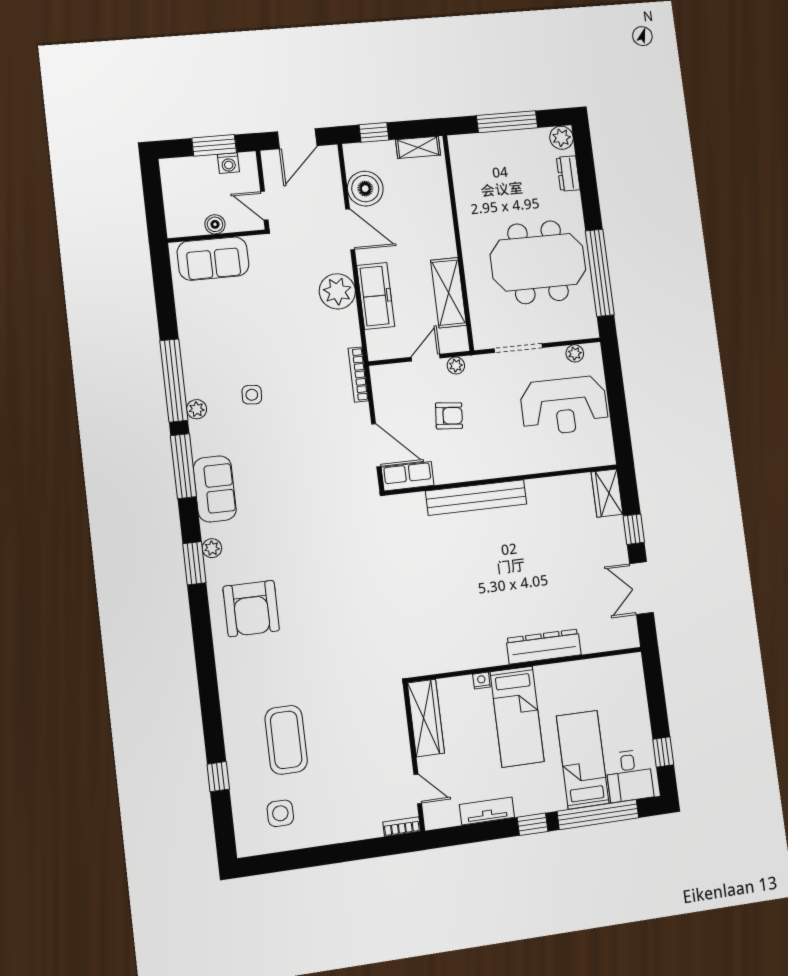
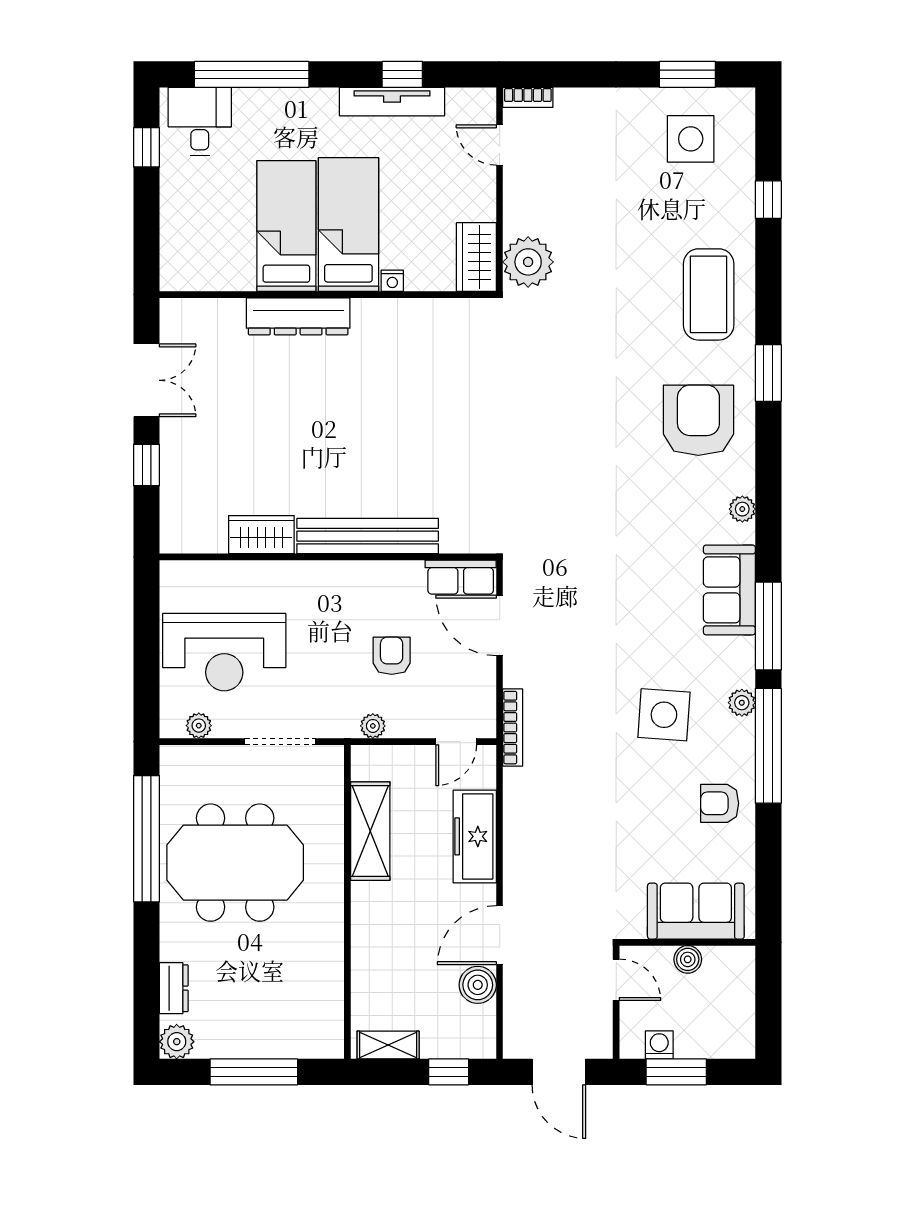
door: (297, 139) -> (559, 1072), swing flipped
boiler: (365, 189) -> (478, 985), width x0.73, depth x0.73
door: (350, 229) -> (500, 935), hinge flipped
plant: (337, 291) -> (528, 262), moved
armchair: (205, 336) -> (720, 803), added
door: (426, 358) -> (456, 742), moved
side table: (252, 395) -> (664, 715), width x1.87, depth x1.87
reception desk: (564, 406) -> (224, 652), turned 180
armchair: (449, 416) -> (392, 656), turned 85
wardrobe: (607, 493) -> (261, 535), moved, turned -90
window: (194, 563) -> (768, 373), moved
wardrobe: (426, 718) -> (476, 257), width x0.67
coffee table: (286, 740) -> (709, 294), moved
bed: (583, 760) -> (286, 226), moved, turned 180
tv unit: (487, 811) -> (392, 102), width x1.41
side table: (280, 813) -> (691, 139), width x1.37, depth x1.37
window: (533, 824) -> (402, 74), moved
window: (288, 861) -> (687, 74), added

